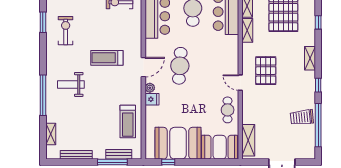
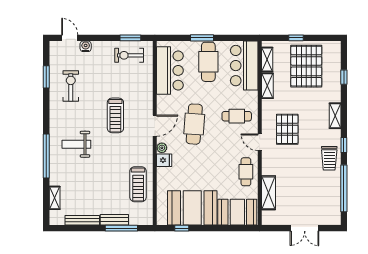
treadmill: (107, 58) -> (115, 115), turned -90
cafe table: (219, 59) -> (237, 116), added
trolley: (302, 117) -> (329, 158), moved, turned -84
shelving: (248, 140) -> (268, 193), moved
bench: (119, 154) -> (114, 220), moved

